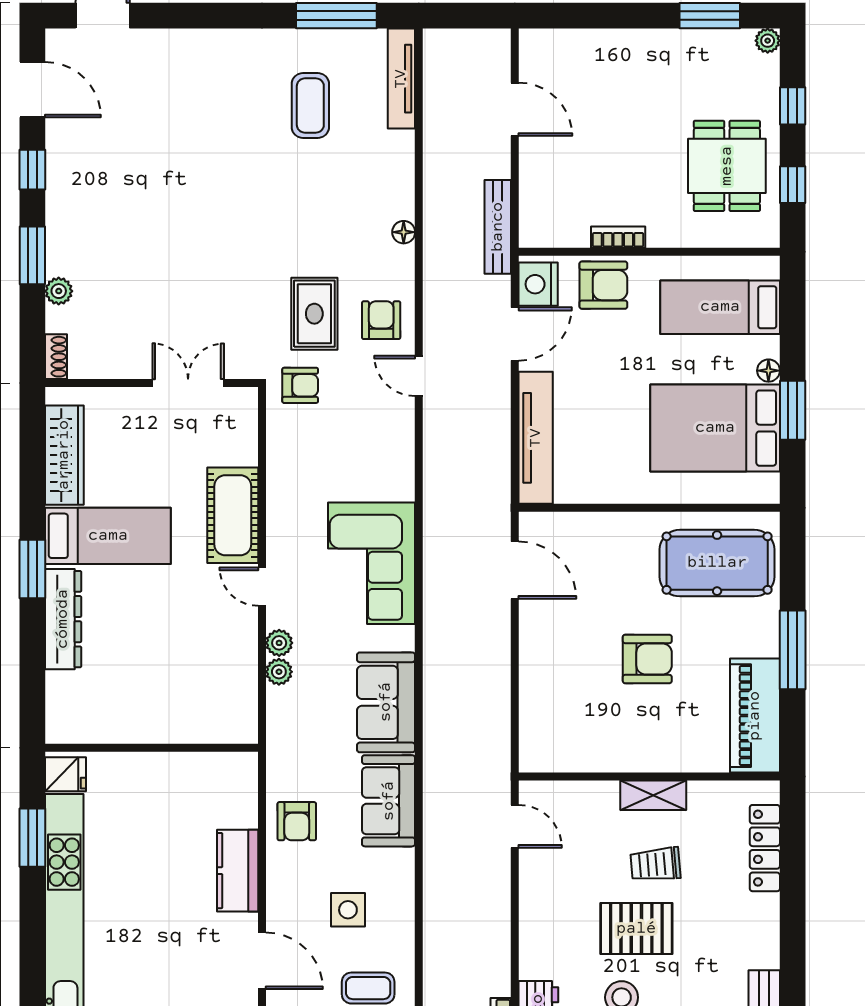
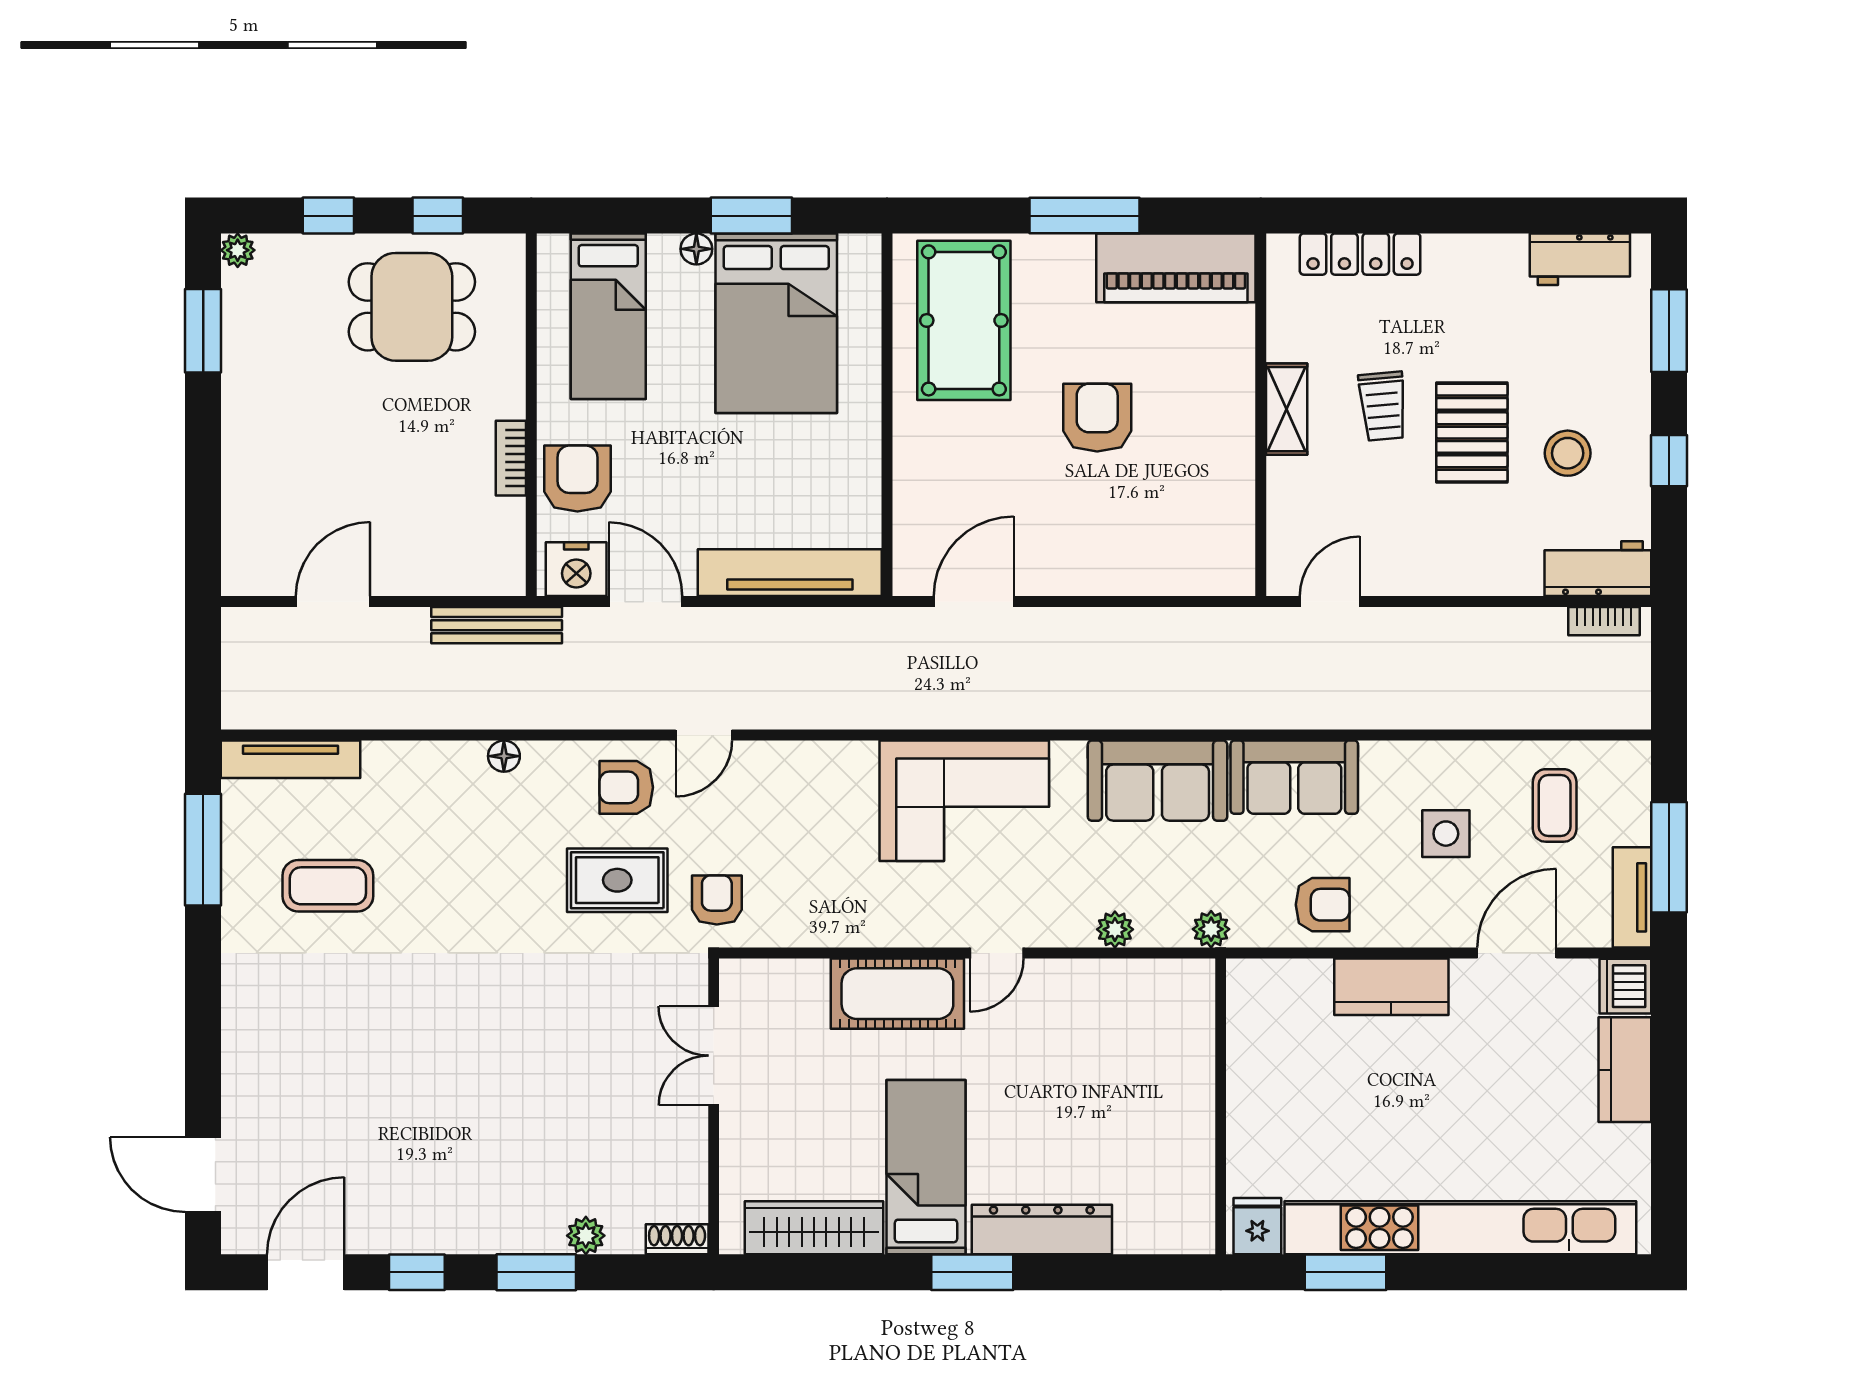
plant: (279, 643) -> (1211, 929), moved

